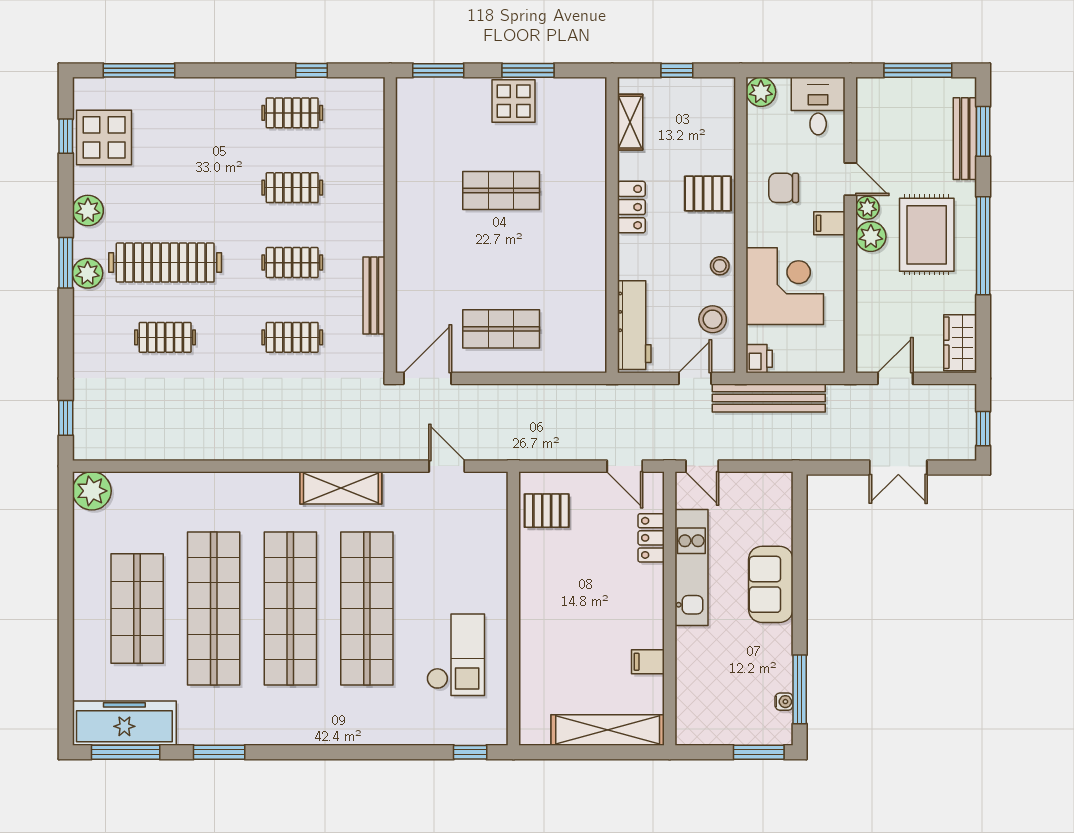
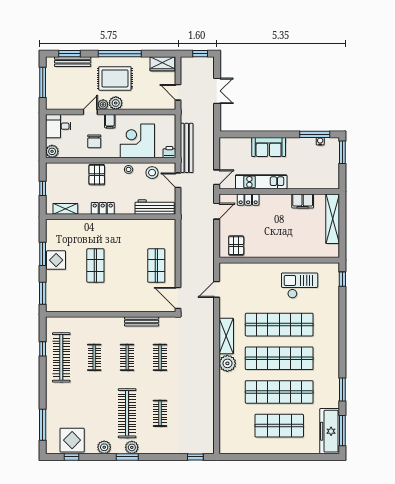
clothes rail: (292, 113) -> (61, 357), width x1.86, depth x1.31
plant: (92, 491) -> (227, 363), moved
filing cabinet: (648, 662) -> (303, 201), width x2.00

